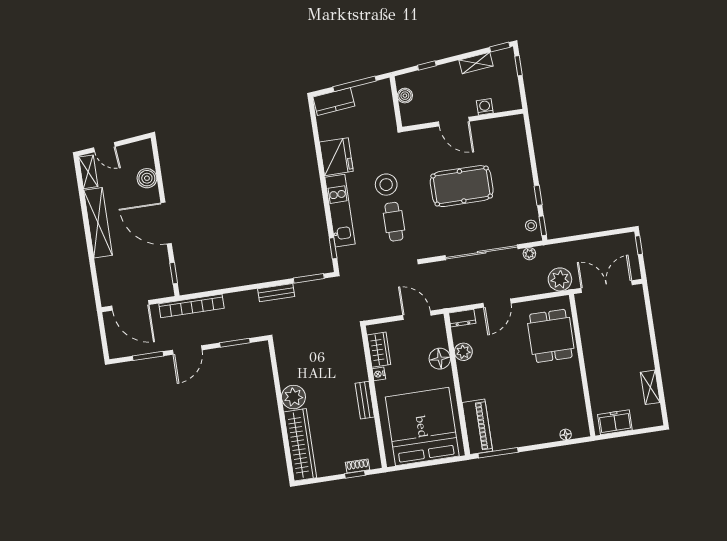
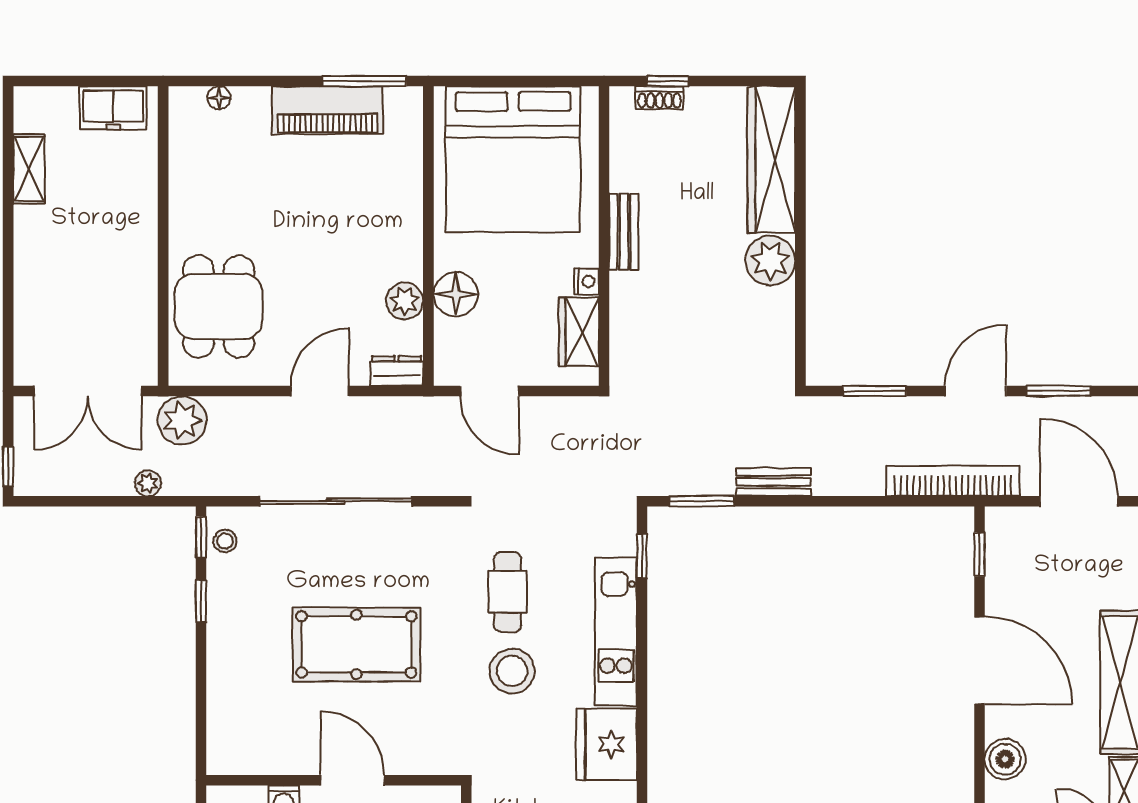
plant: (529, 254) -> (148, 483), moved
piano: (477, 427) -> (328, 110), moved, turned -90

